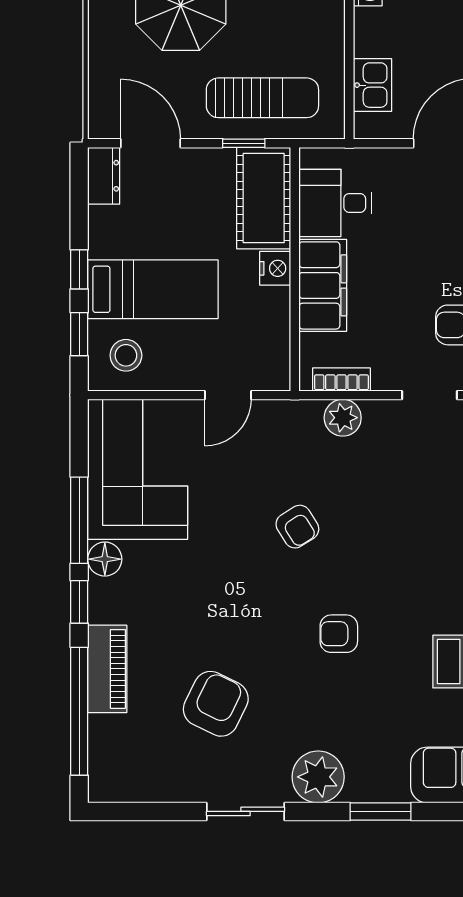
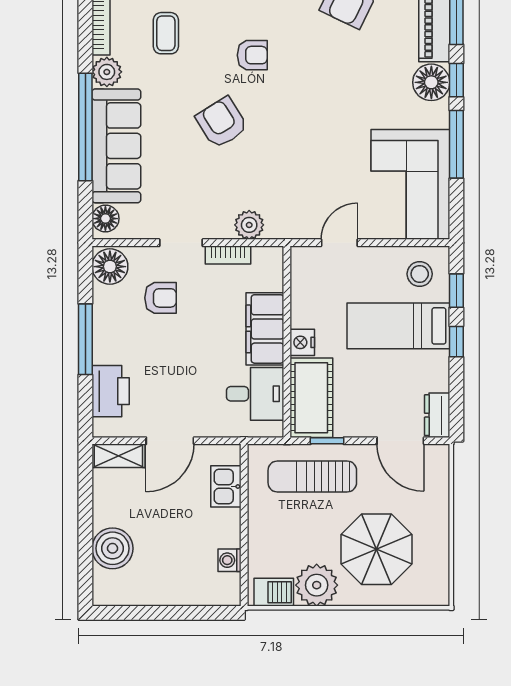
bookcase: (341, 380) -> (228, 255), moved
armchair: (297, 527) -> (222, 123), moved, width x1.38, depth x1.38
floor lamp: (105, 559) -> (431, 82), moved, width x1.38, depth x1.38

